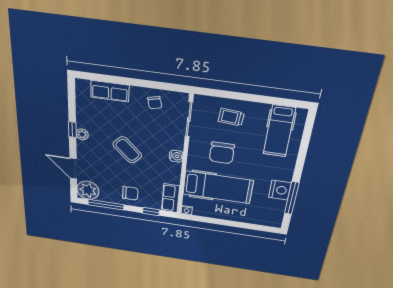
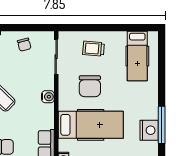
nightstand: (280, 190) -> (149, 130), moved

